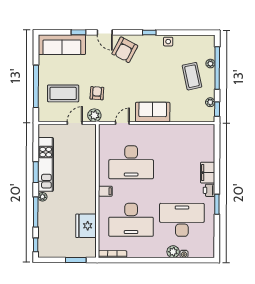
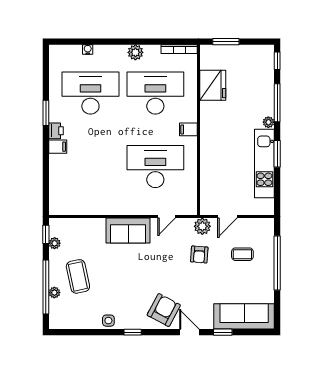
coffee table: (63, 93) -> (242, 254), width x0.54, depth x0.58
filing cabinet: (208, 173) -> (58, 147), width x0.50
desk: (182, 220) -> (90, 93), turned 180
plant: (173, 252) -> (135, 52), moved

